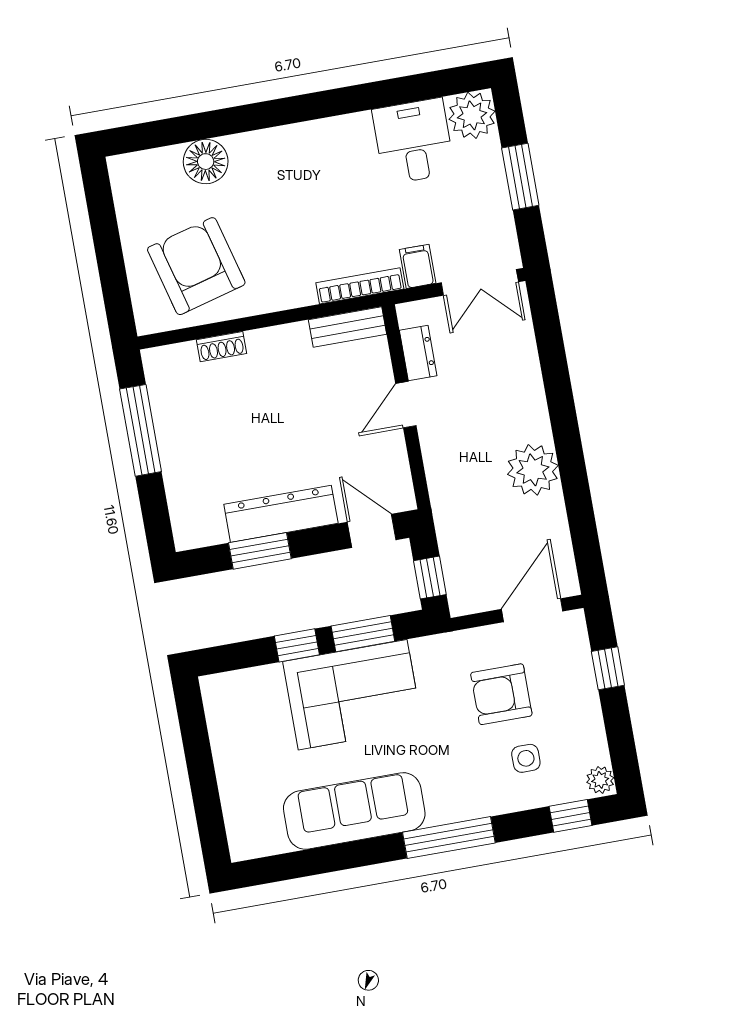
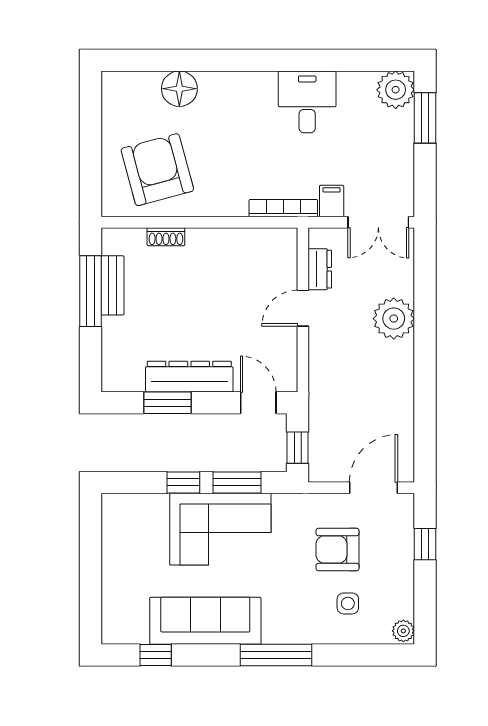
desk: (413, 141) -> (307, 102), moved
window: (520, 177) -> (425, 118), moved
bench: (348, 327) -> (112, 285), moved, turned 90
plant: (533, 470) -> (394, 319), moved
window: (571, 816) -> (156, 655), moved

